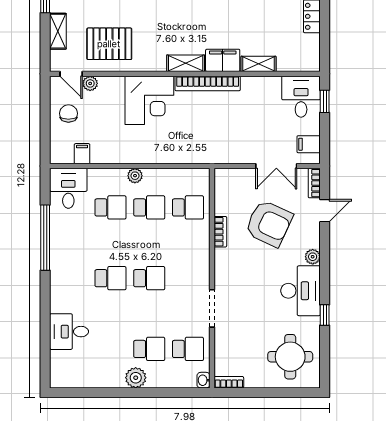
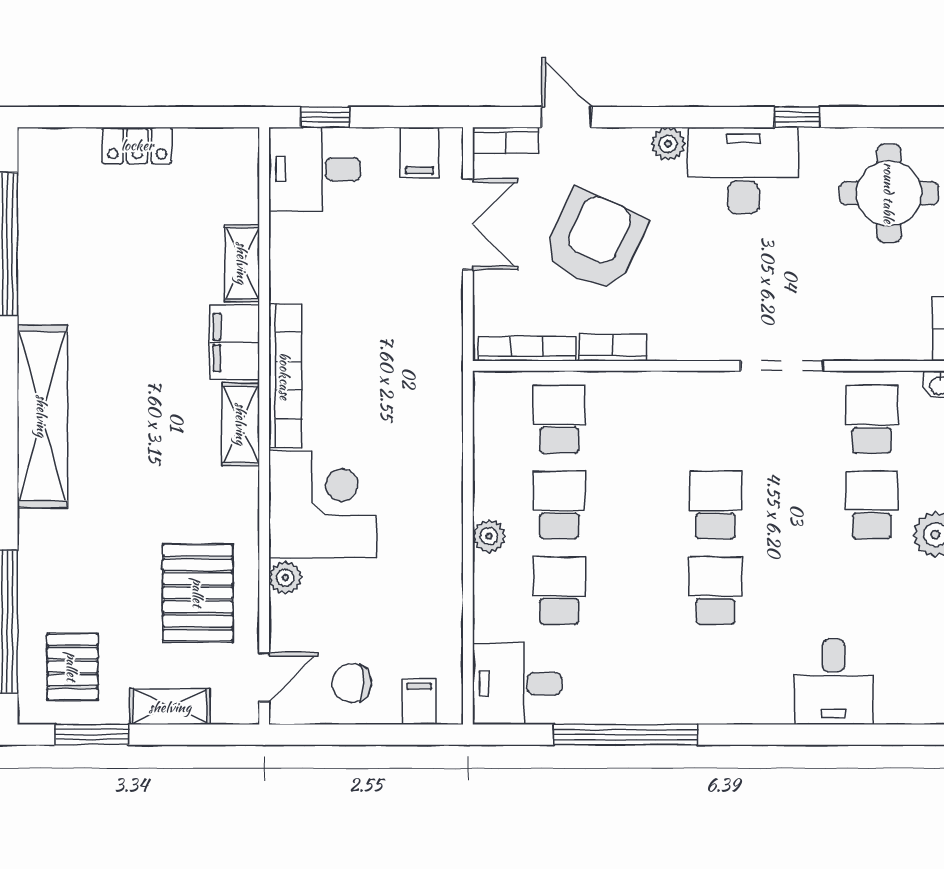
plant: (90, 83) -> (285, 578), moved
filing cabinet: (82, 154) -> (419, 702), moved, turned 90
bookcase: (220, 193) -> (527, 349), added

